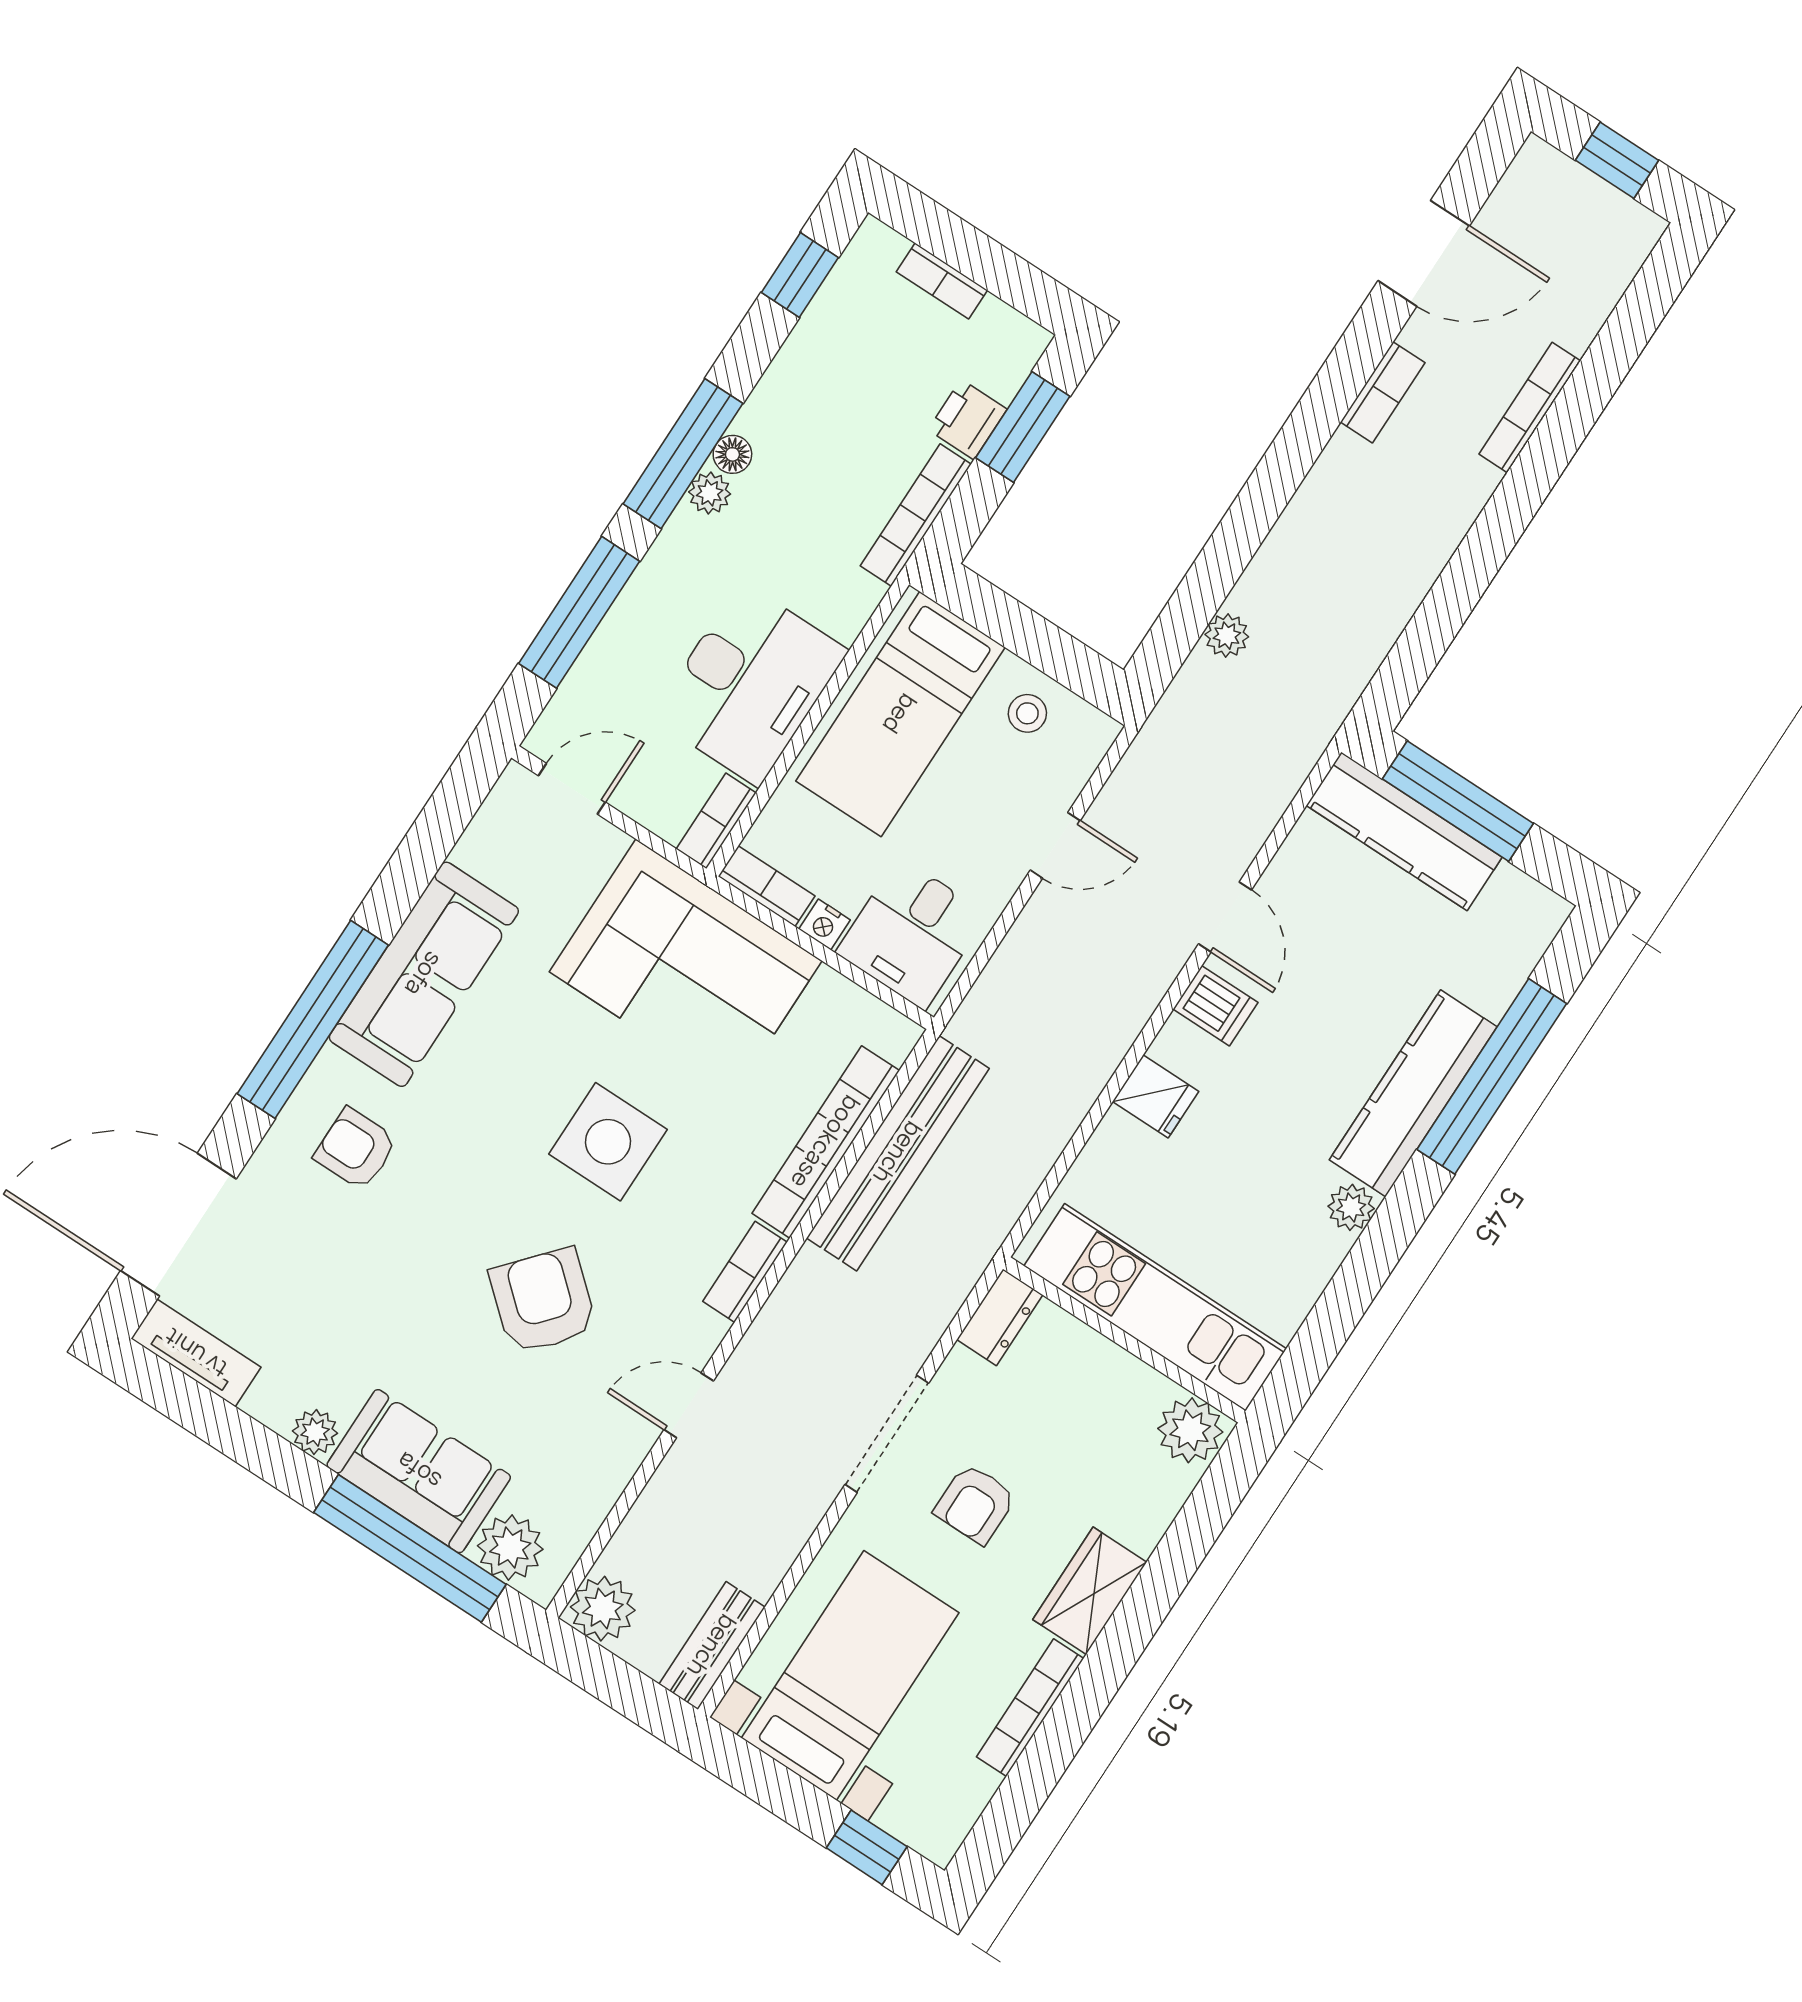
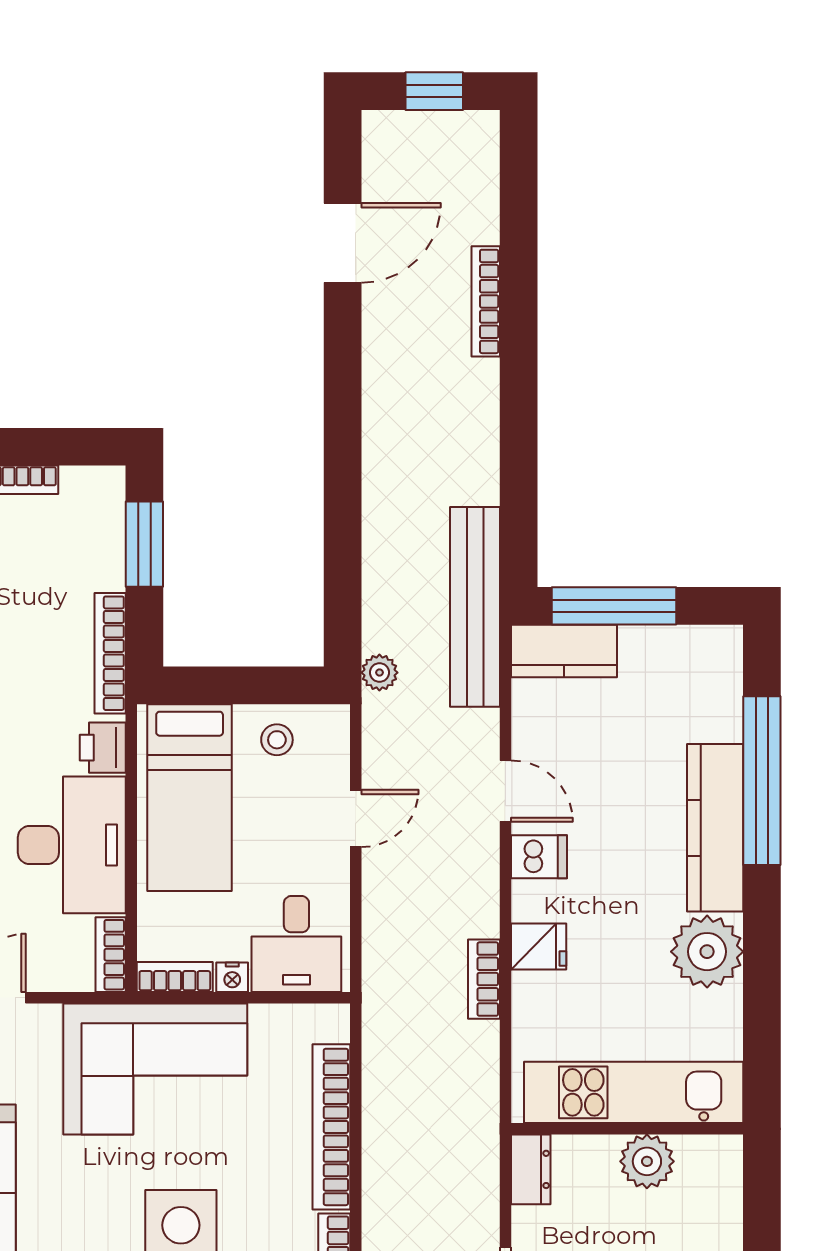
bookcase: (1383, 392) -> (484, 979), moved, turned 180
printer: (967, 420) -> (103, 748), moved
plant: (1227, 636) -> (379, 673), moved
kitchen counter: (1404, 831) -> (564, 651), width x0.67
bench: (898, 1153) -> (475, 607), moved
plant: (1351, 1207) -> (707, 952), width x1.88, depth x1.88
plant: (1190, 1430) -> (647, 1161), moved

